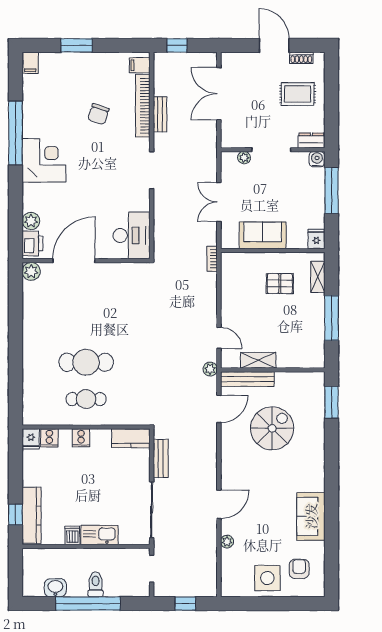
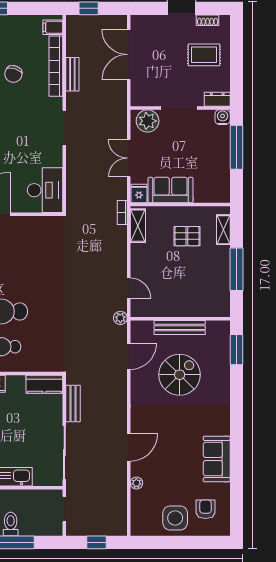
plant: (244, 158) -> (148, 121), width x1.87, depth x1.87
fridge: (316, 239) -> (139, 193), moved
shelving: (258, 360) -> (138, 226), moved, turned 90
bench: (247, 379) -> (180, 328), moved

